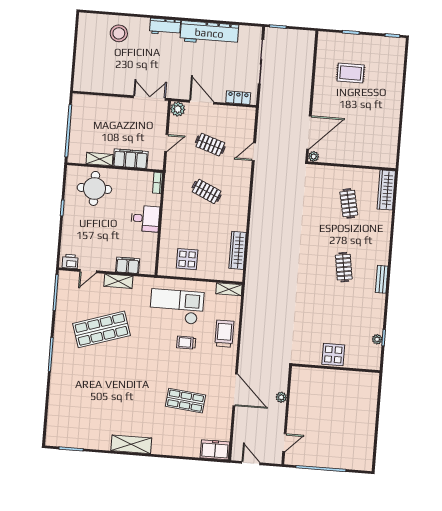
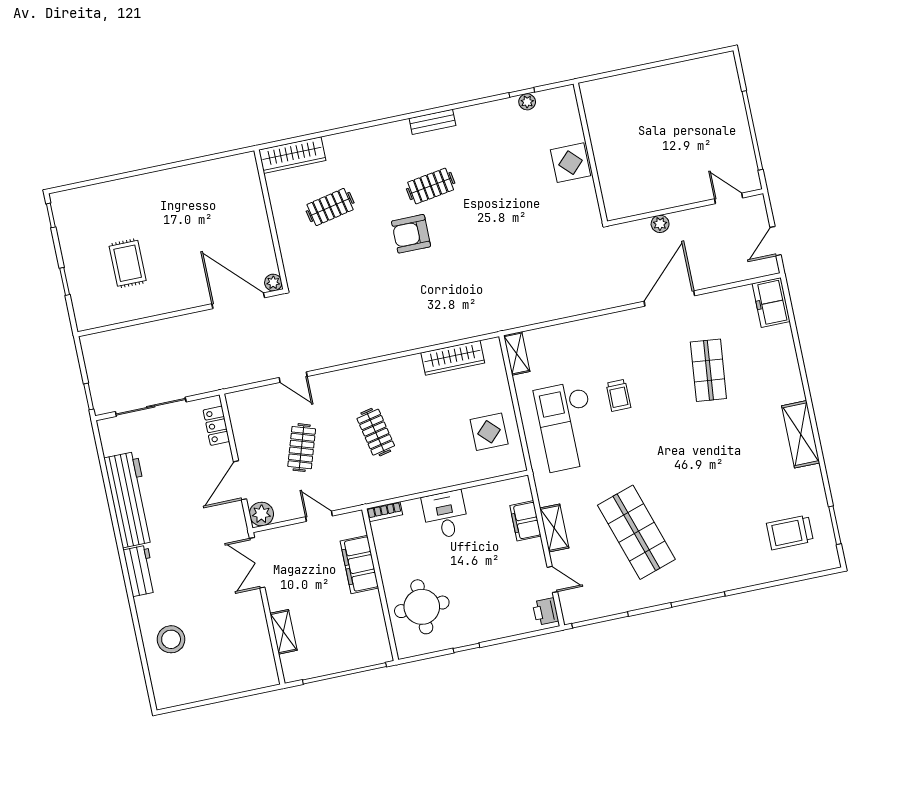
shelving: (99, 159) -> (283, 632), moved
clothes rail: (207, 191) -> (376, 432), turned -36
armchair: (319, 247) -> (411, 234), added
trolley: (224, 334) -> (790, 532), moved

